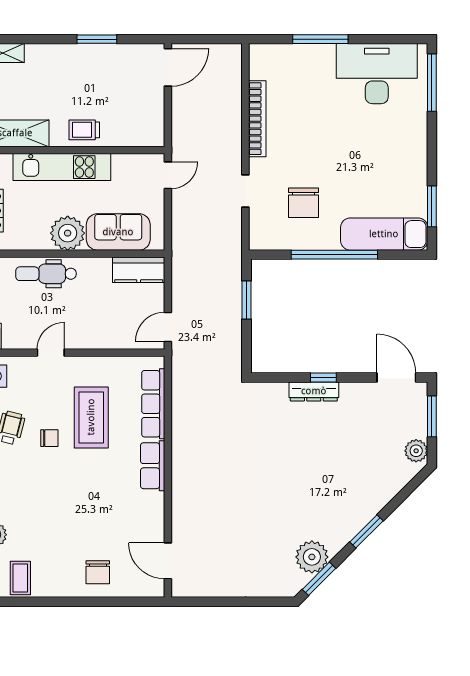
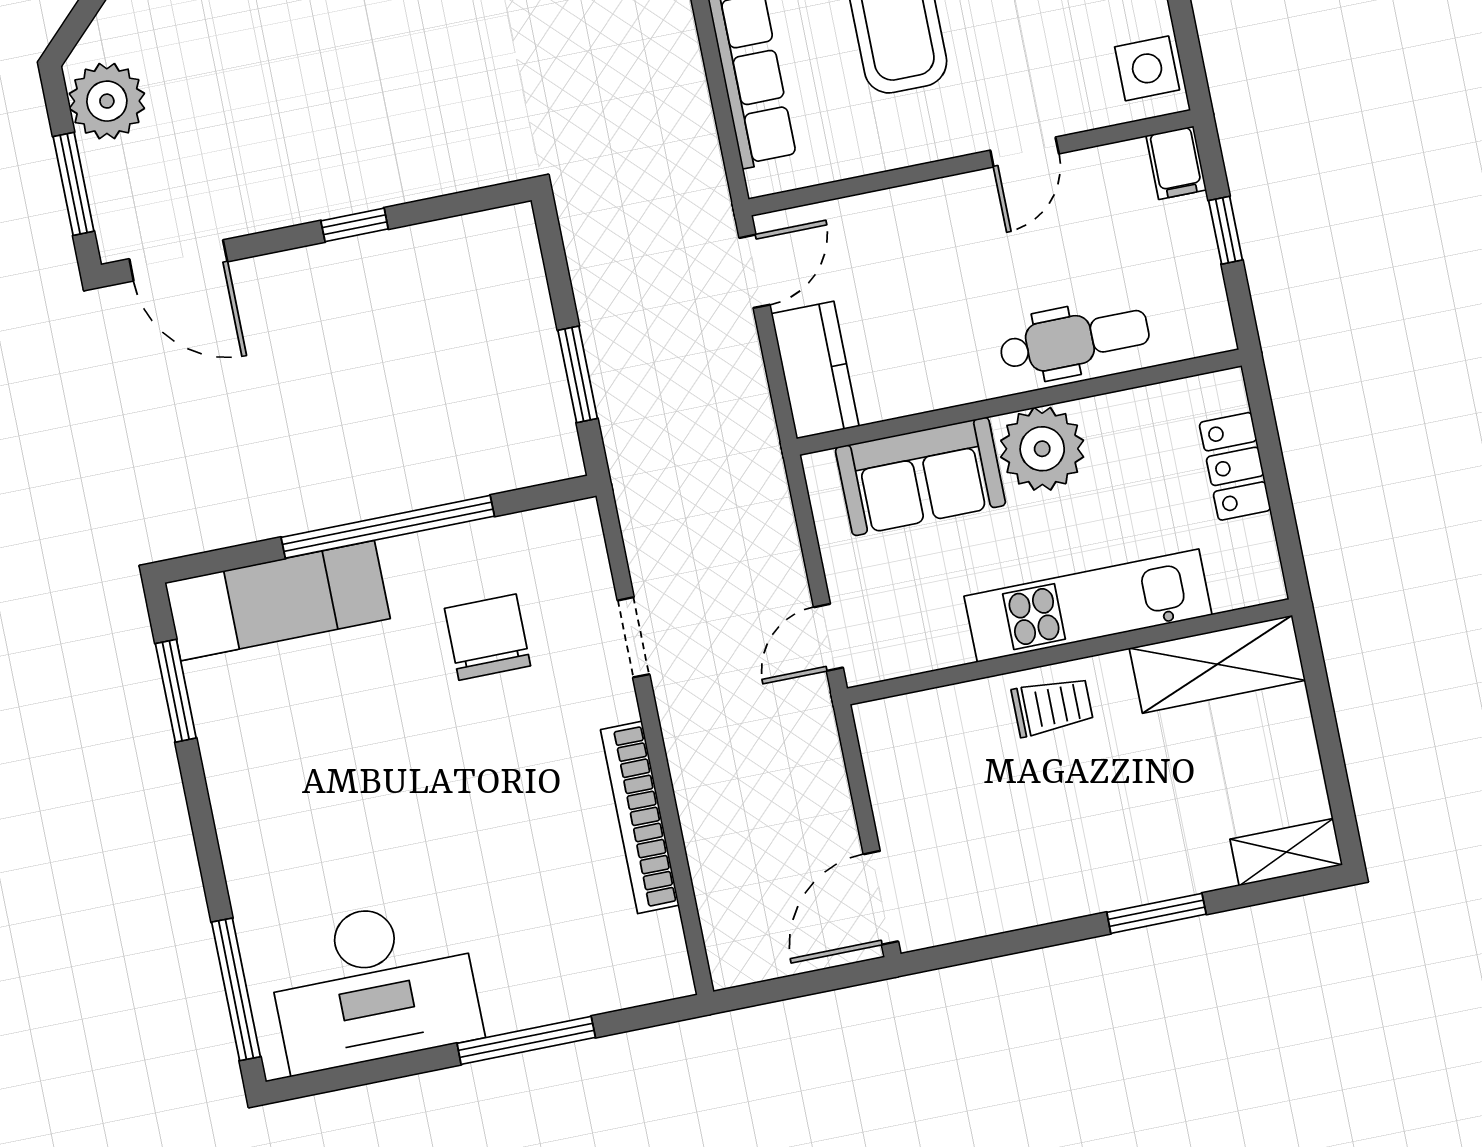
window: (97, 39) -> (1156, 913), moved
kitchen counter: (139, 270) -> (815, 370), moved, turned 90
dresser: (314, 391) -> (371, 186), removed
plant: (416, 451) -> (107, 101), width x1.36, depth x1.36

